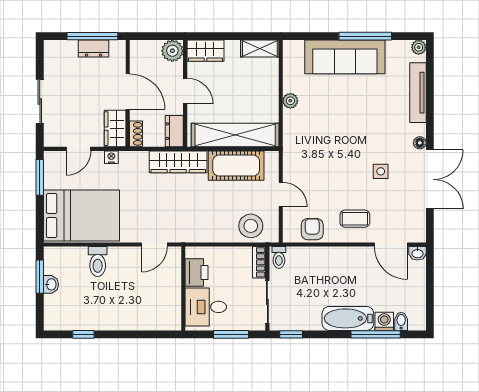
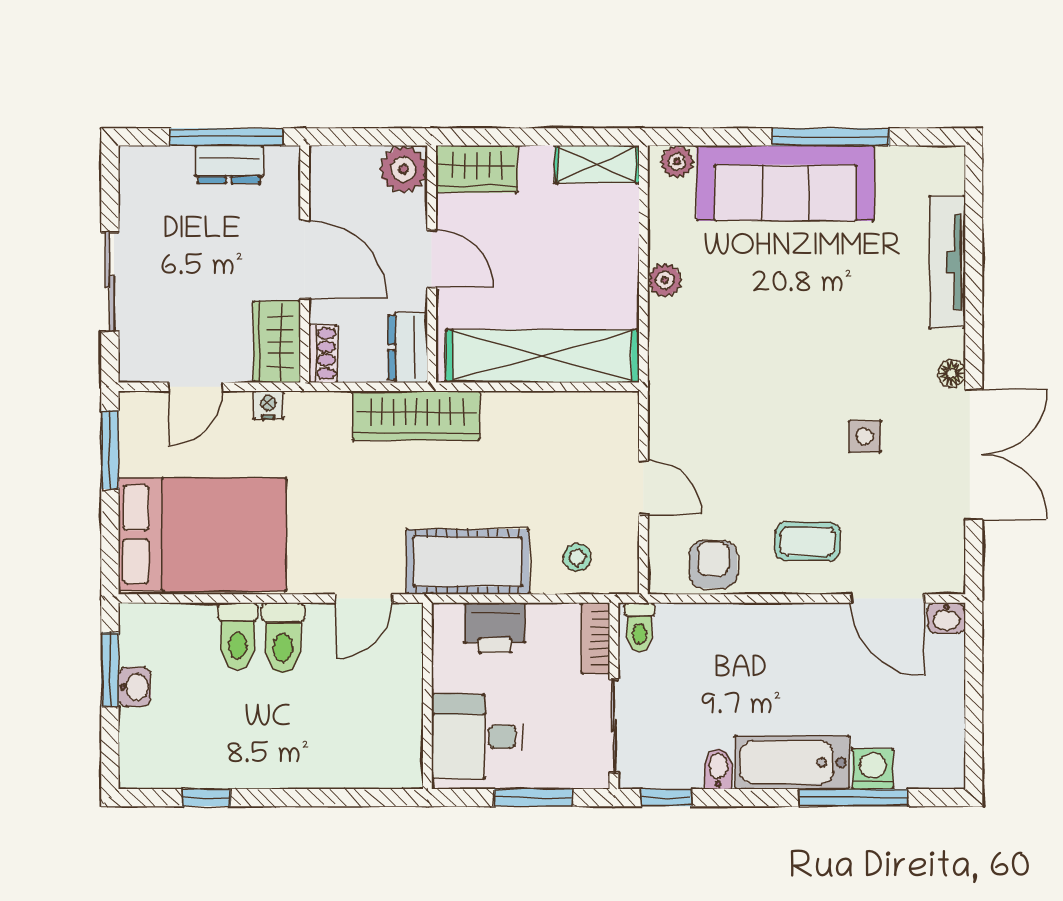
plant: (419, 47) -> (677, 162), moved
cot: (236, 166) -> (468, 562), moved
stool: (251, 226) -> (577, 557), width x0.53, depth x0.53
toilet: (118, 262) -> (283, 638), added
printer: (197, 272) -> (495, 628), moved, turned 90
bidet: (401, 321) -> (718, 769), moved

